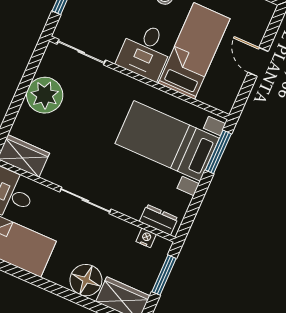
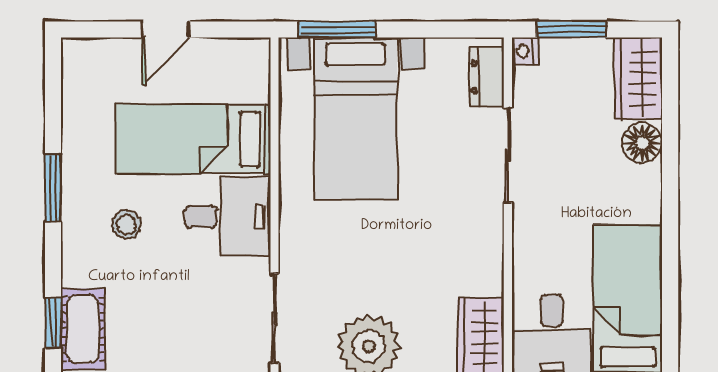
sliding door: (85, 200) -> (508, 155), moved
nightstand: (146, 238) -> (525, 51), moved
floor lamp: (86, 280) -> (642, 143), width x0.73, depth x0.73

